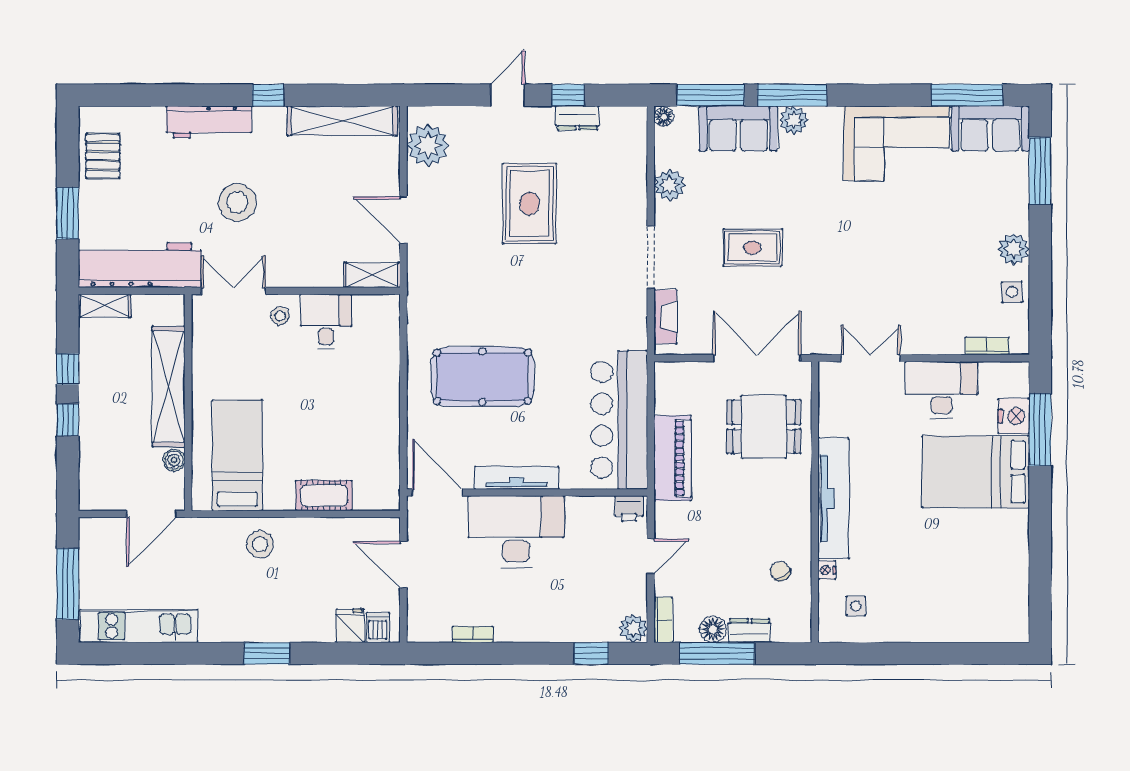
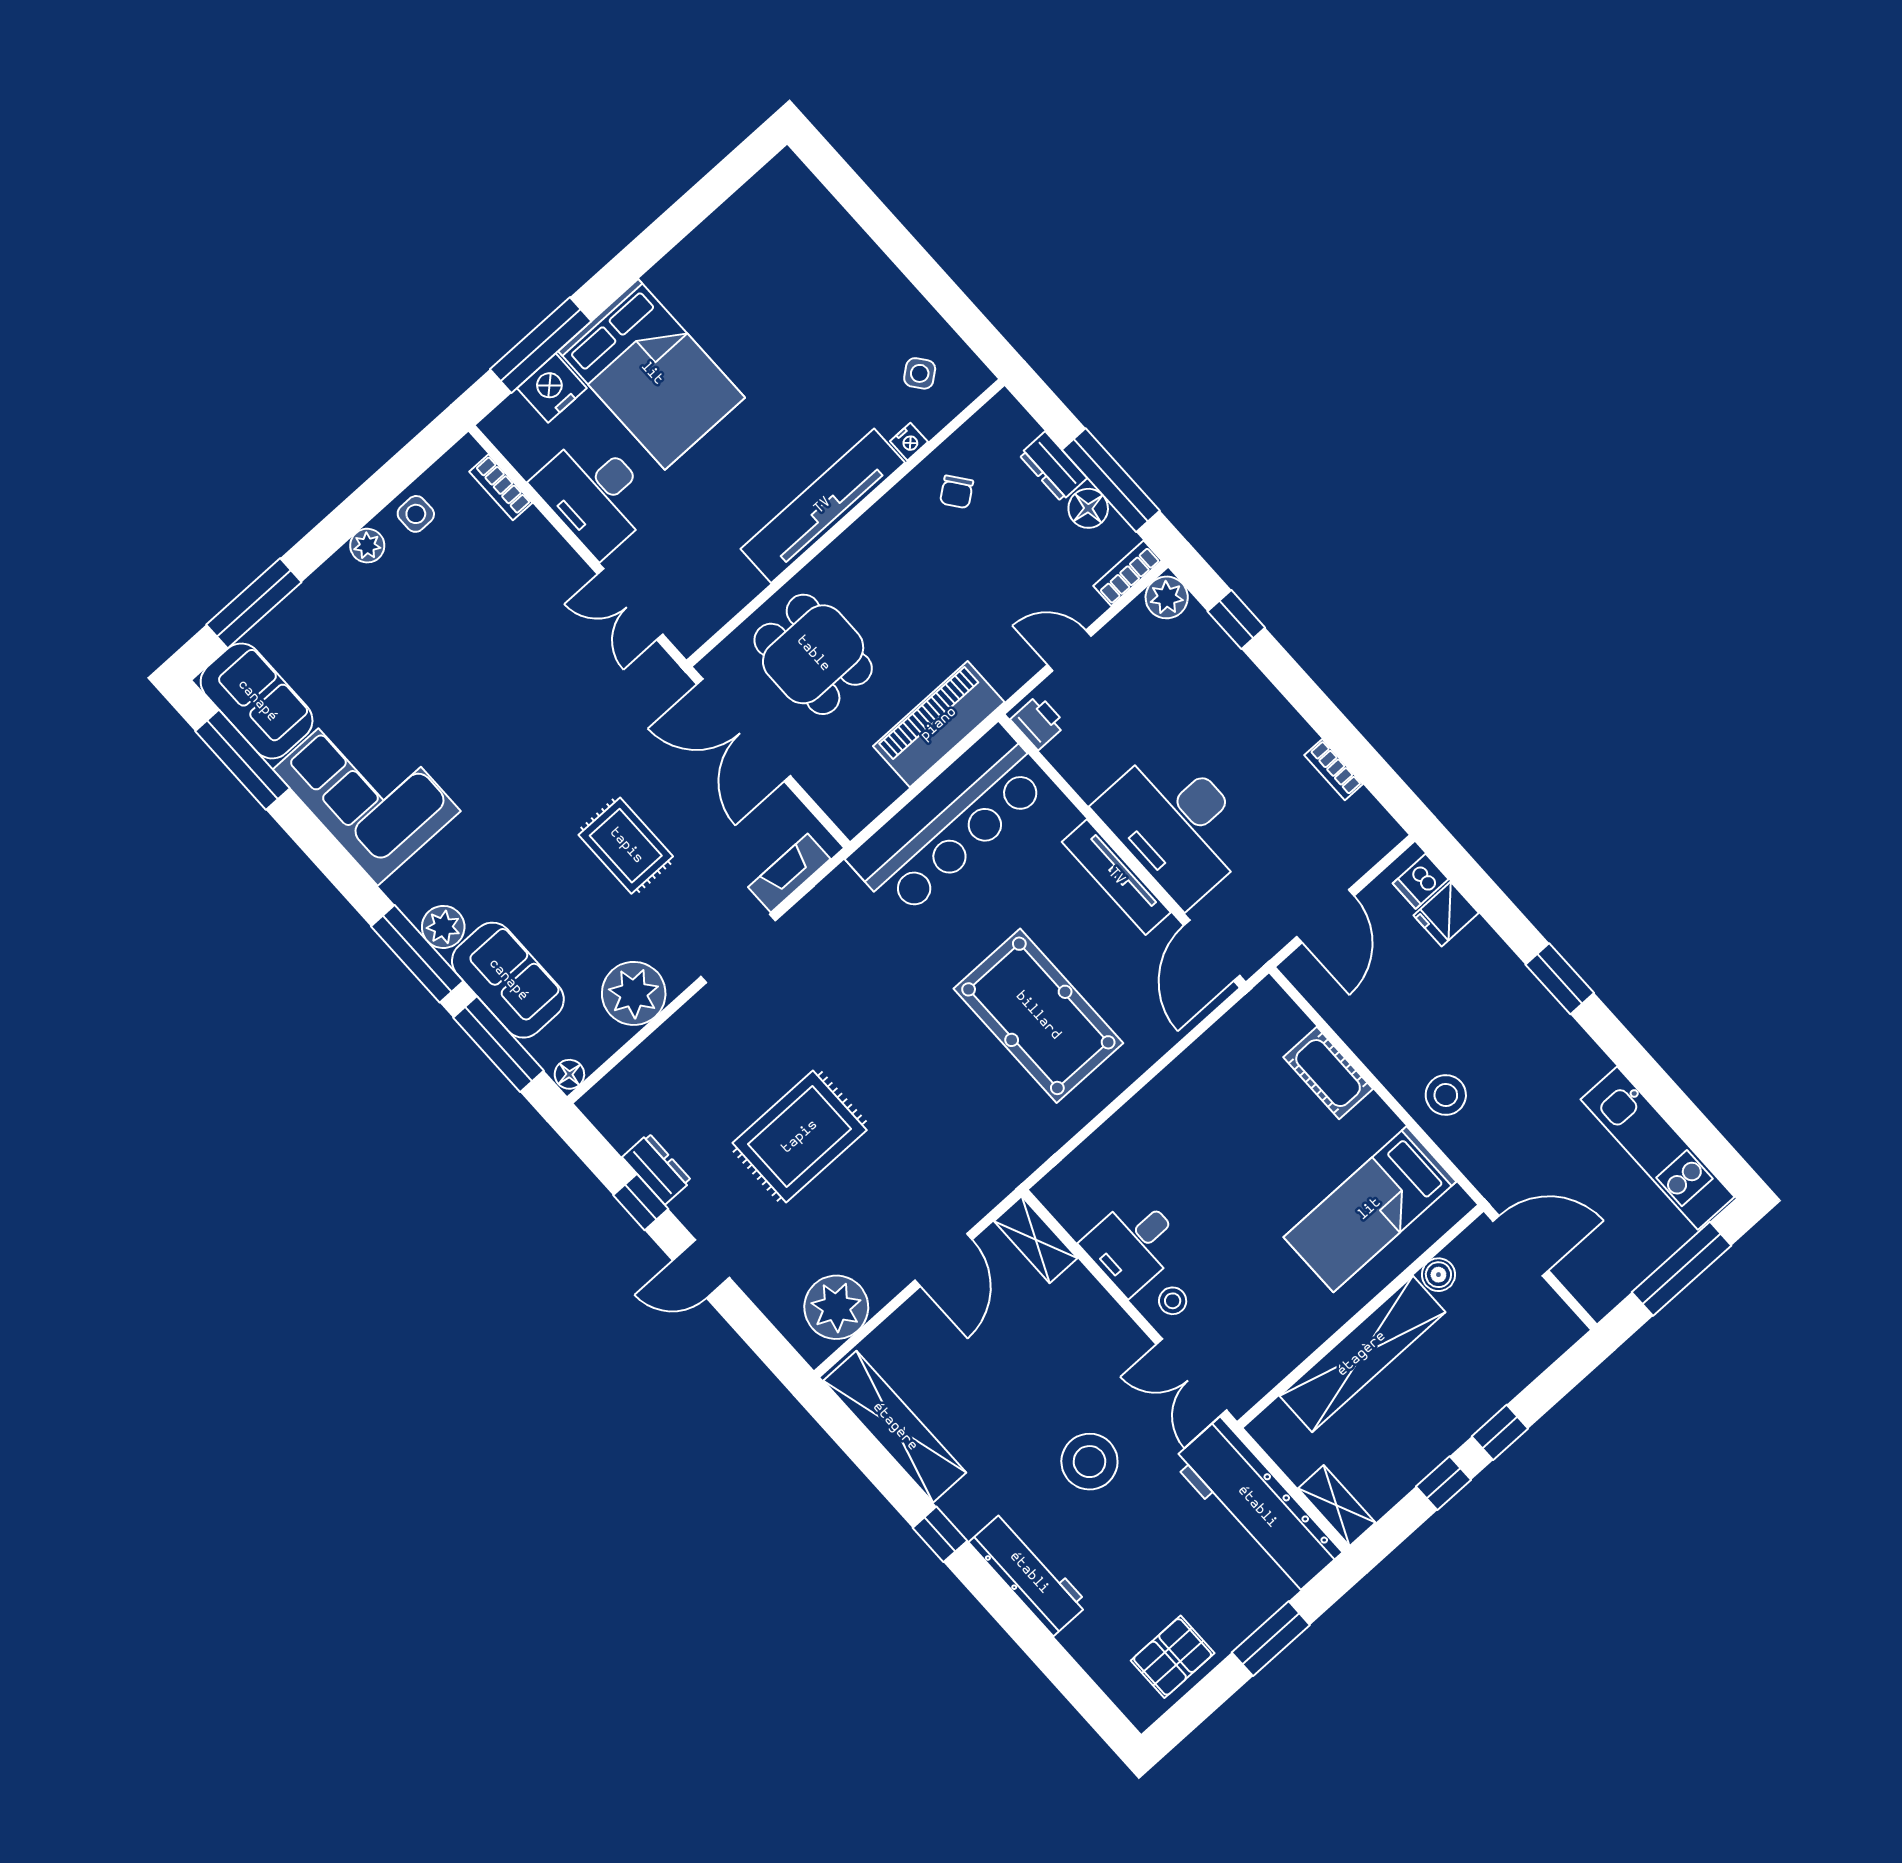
plant: (670, 185) -> (634, 993), width x1.36, depth x1.36
plant: (1014, 249) -> (367, 546), width x0.73, depth x0.73
side table: (856, 606) -> (920, 373), turned -38

